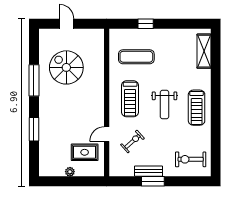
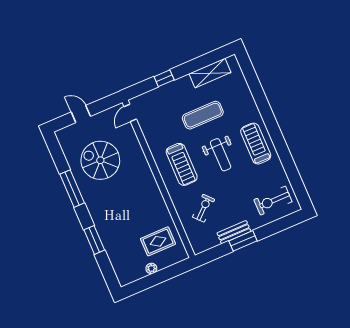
shelving: (204, 51) -> (210, 73), moved, turned 90
exercise mat: (136, 57) -> (203, 115), moved
treadmill: (197, 108) -> (256, 144), turned 180
door: (107, 134) -> (130, 113), moved

